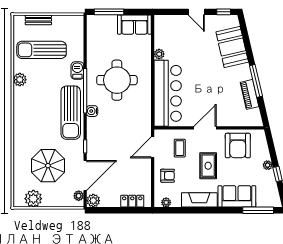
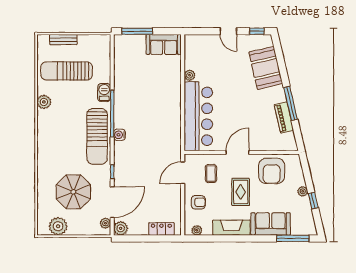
round table: (117, 80) -> (145, 103), removed

